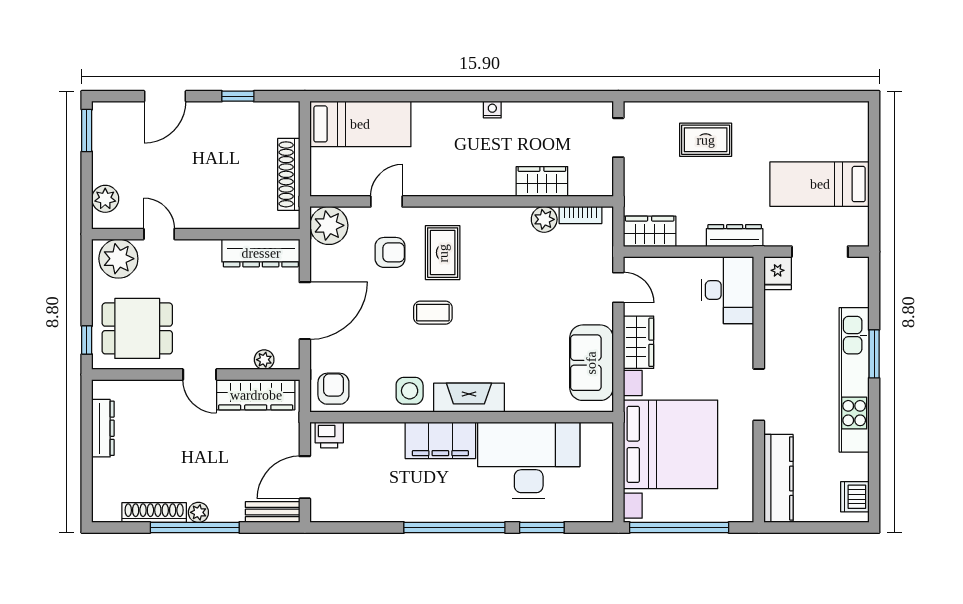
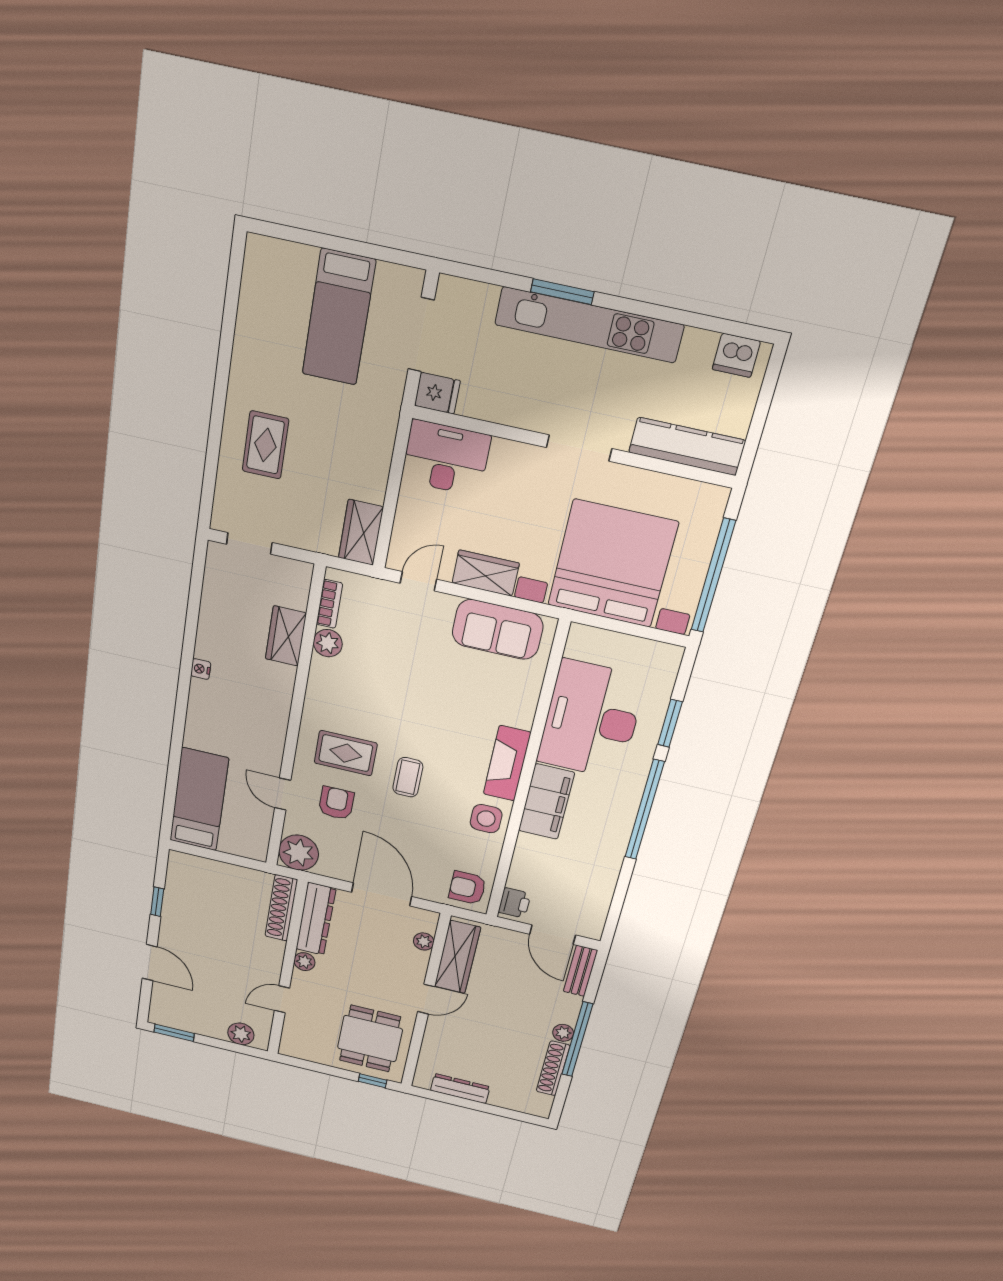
shoe rack: (289, 174) -> (281, 908), moved, turned 90
dresser: (735, 236) -> (383, 435), removed
plant: (118, 259) -> (304, 962), moved, width x0.53, depth x0.53

